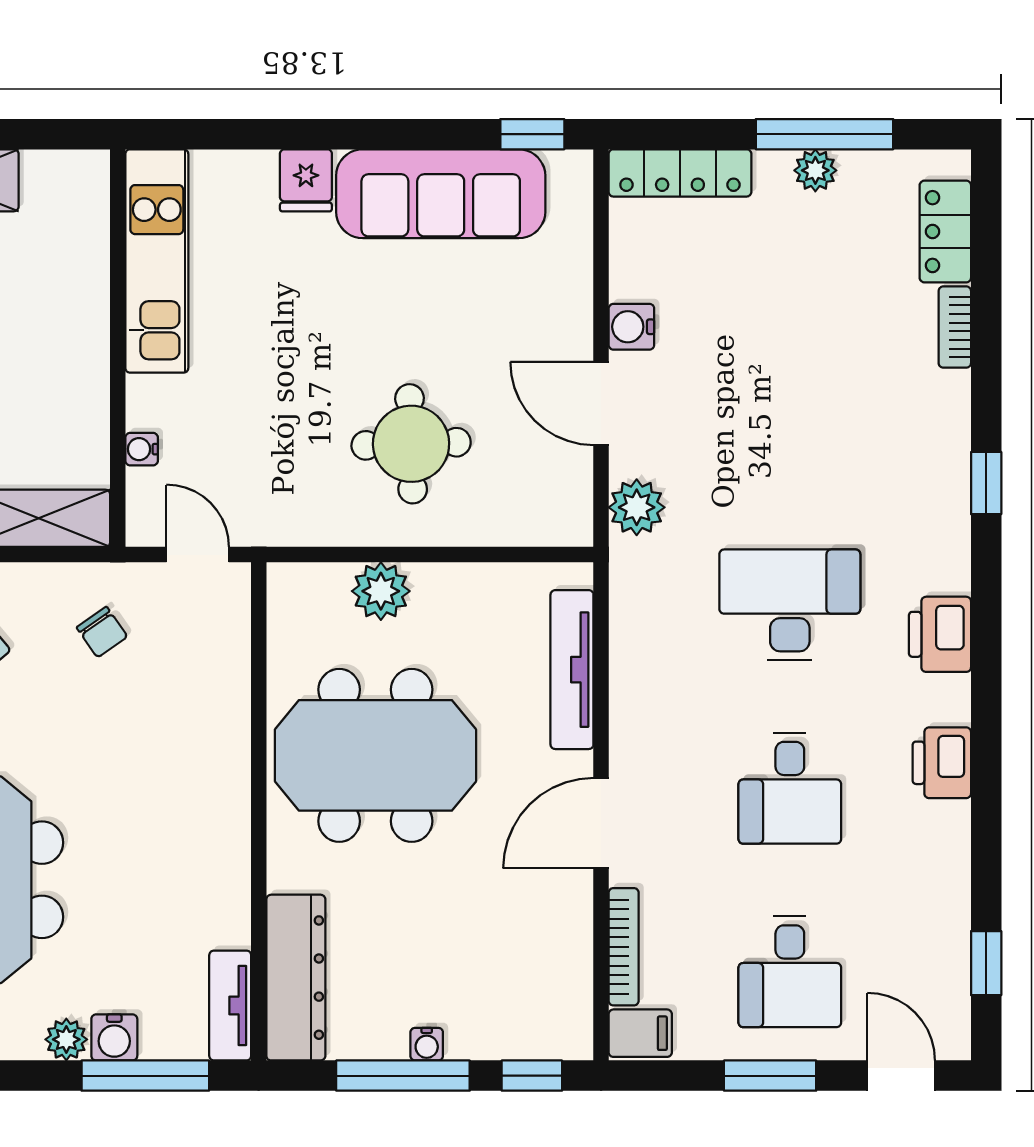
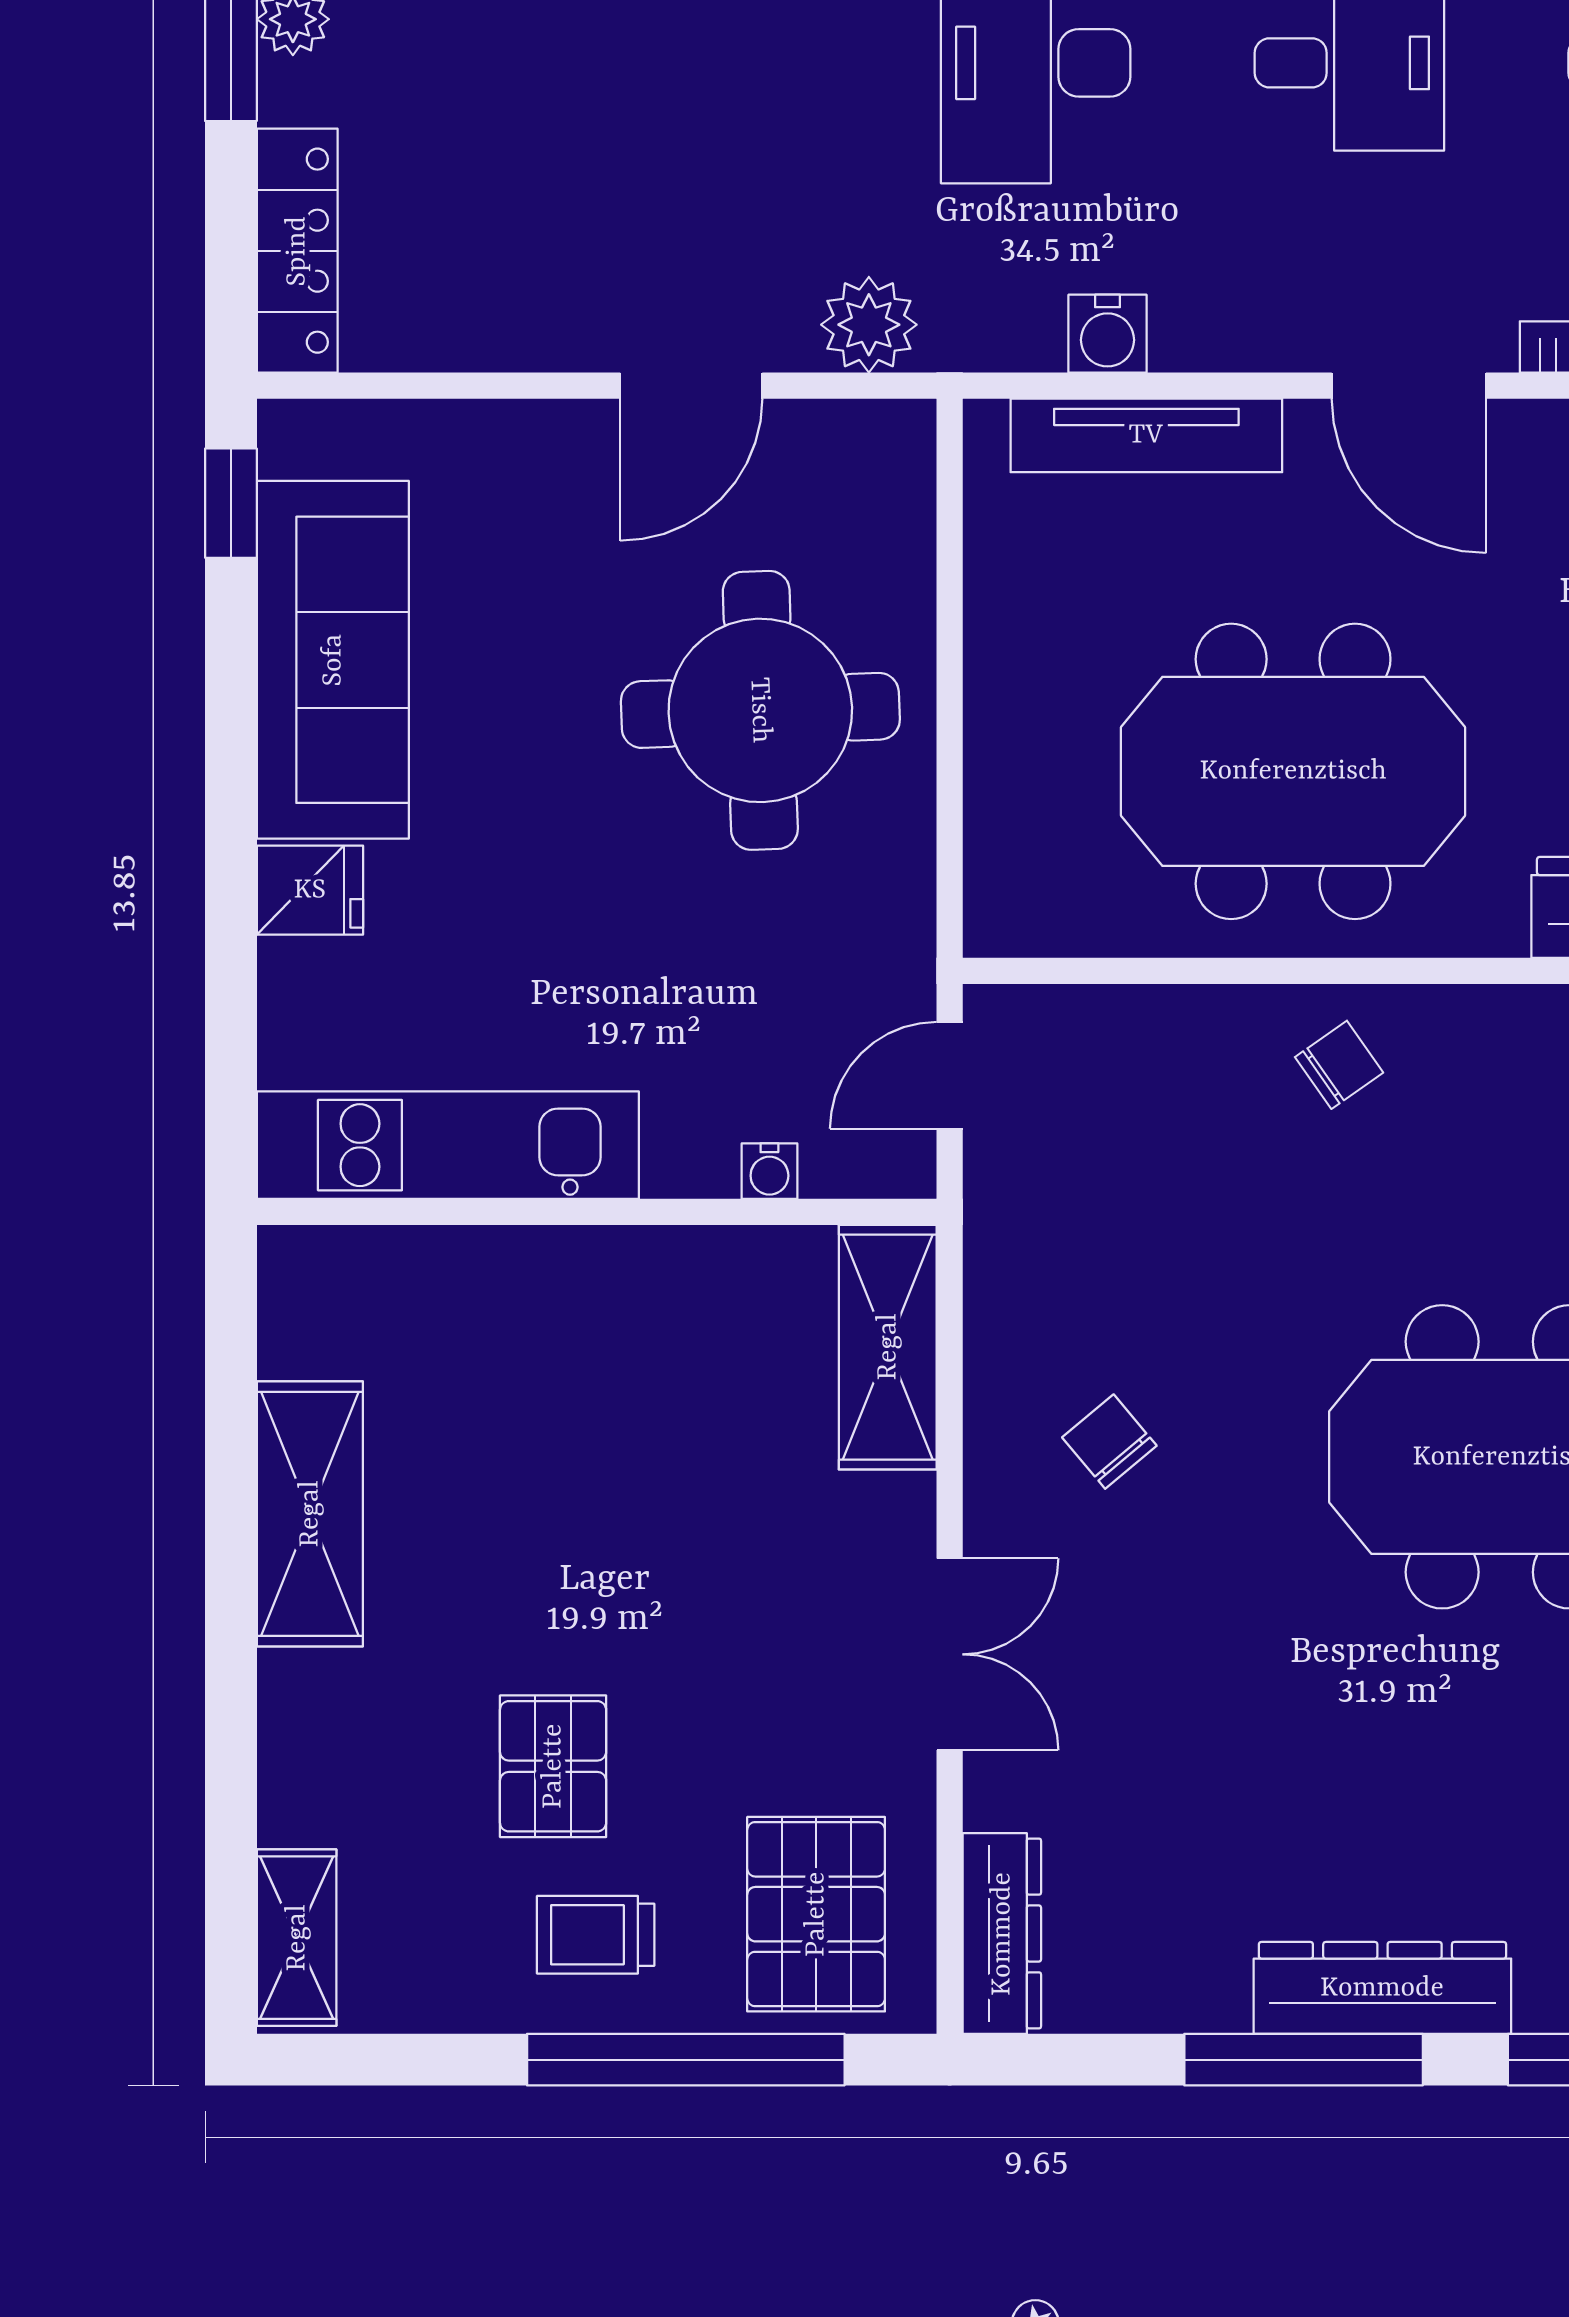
water cooler: (631, 327) -> (1107, 334), moved
round table: (411, 444) -> (760, 710), width x1.36, depth x1.36
plant: (381, 591) -> (1012, 762), removed
chair: (102, 632) -> (1339, 1065), moved
meeting table: (375, 755) -> (1293, 771), turned 90

